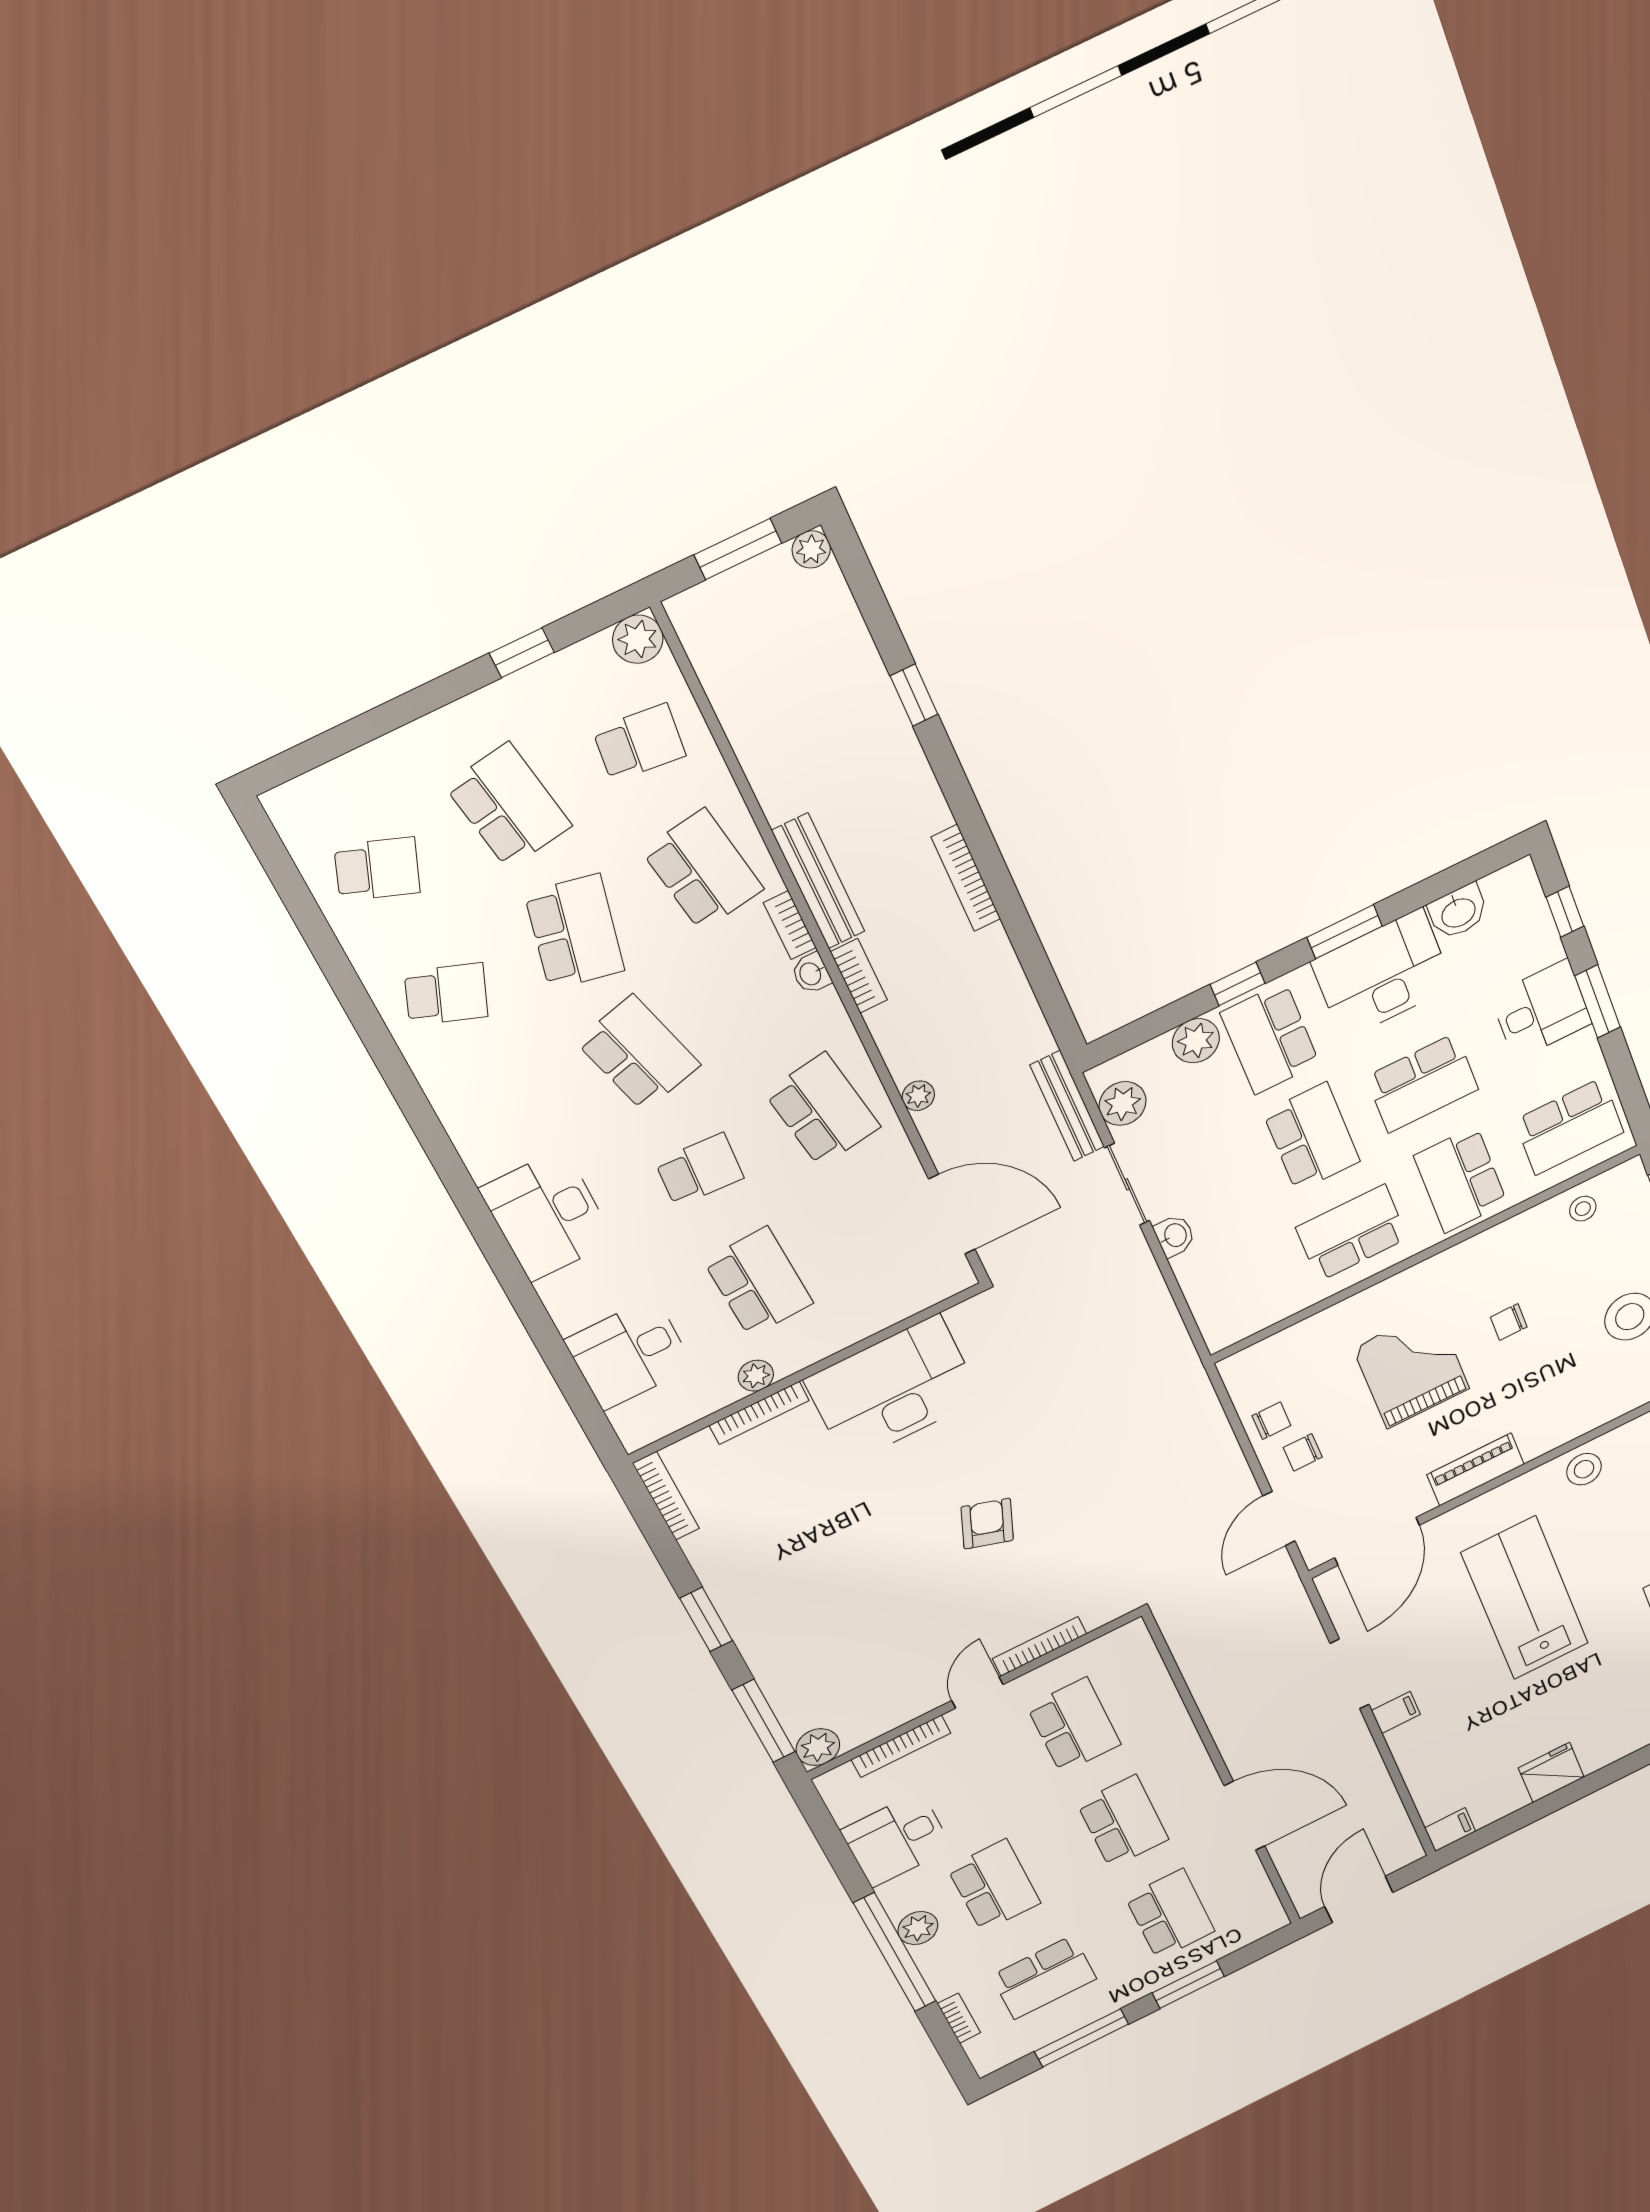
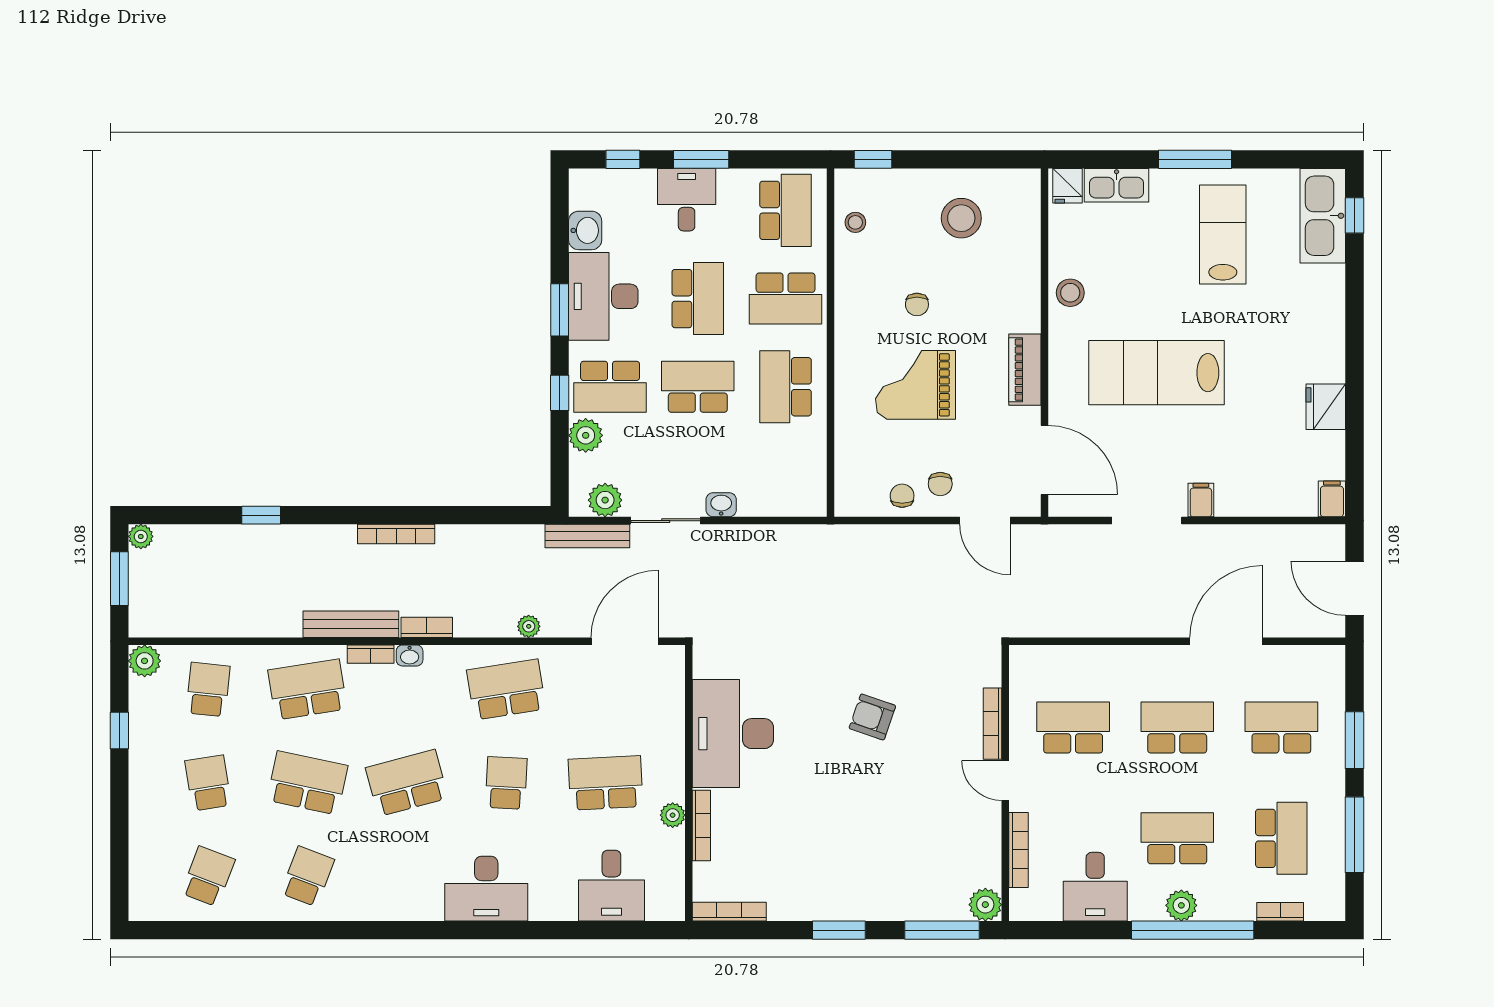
school desk: (508, 806) -> (208, 783), width x0.54

